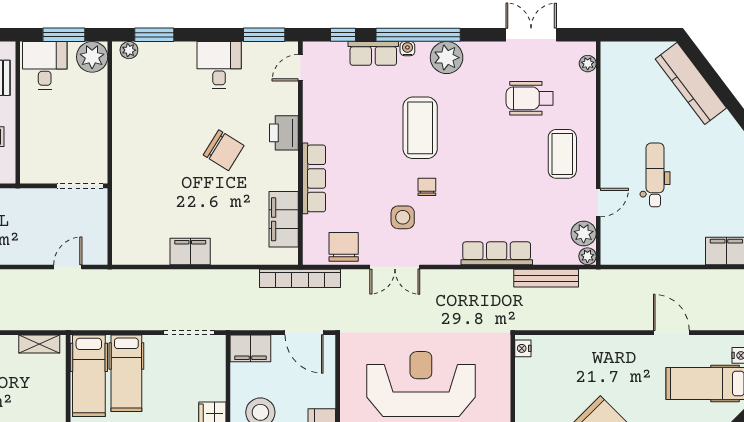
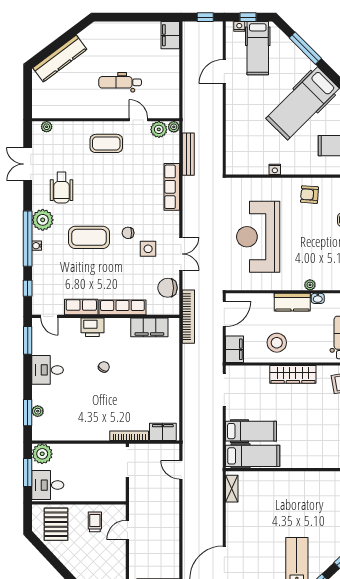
plant: (129, 50) -> (38, 411), moved
row of seats: (373, 53) -> (81, 307), moved, turned -90
wheelchair: (530, 98) -> (62, 188), moved
chair: (224, 150) -> (104, 367), width x0.54, depth x0.54
bookcase: (119, 189) -> (129, 436), added
filing cabinet: (190, 251) -> (163, 432), moved, turned 90
nightstand: (523, 348) -> (275, 169), moved

